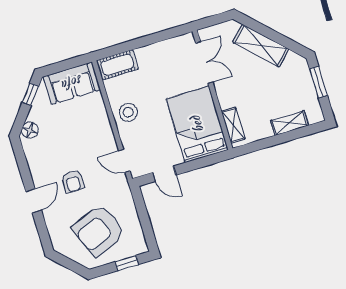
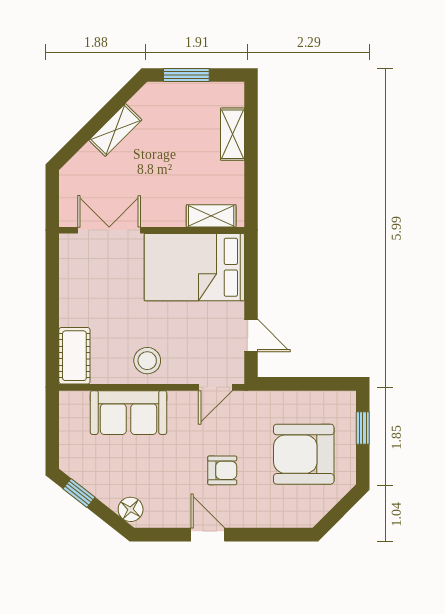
shelving: (261, 46) -> (115, 130), width x0.67, depth x0.75
sofa: (72, 83) -> (129, 413), moved, turned 90
door: (164, 174) -> (251, 336), hinge flipped
door: (34, 201) -> (208, 535), moved
armchair: (99, 230) -> (304, 454), turned 112

